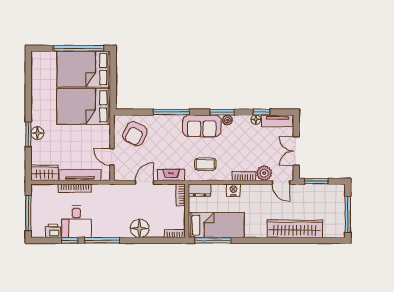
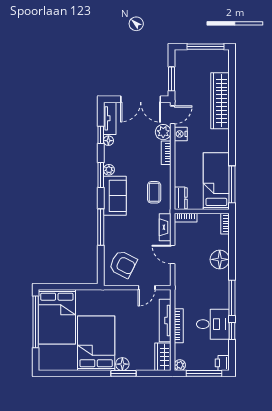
bed: (84, 106) -> (96, 343), moved, turned 180
double door: (296, 151) -> (141, 99), width x1.37
plant: (36, 189) -> (180, 365), added
nightstand: (233, 190) -> (181, 134), moved
printer: (53, 231) -> (222, 363), moved

